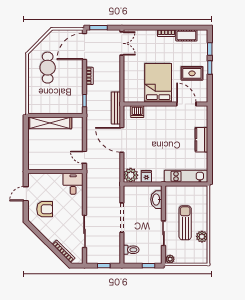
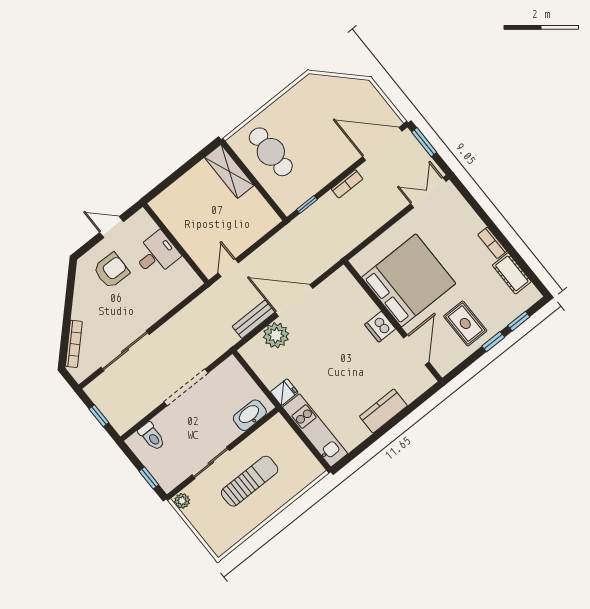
double door: (122, 43) -> (428, 193), swing flipped
cafe table: (48, 68) -> (271, 152), moved, turned 90
bed: (158, 83) -> (409, 280), width x1.36
bench: (116, 108) -> (253, 319), moved, width x0.73
dishwasher: (137, 112) -> (380, 327), moved
shelving: (50, 123) -> (229, 171), width x0.68
door: (122, 140) -> (294, 300), hinge flipped
plant: (131, 175) -> (276, 335), moved
fridge: (146, 176) -> (284, 392), moved
desk: (73, 184) -> (156, 254), moved
armchair: (45, 209) -> (111, 270), turned -89
plant: (202, 237) -> (249, 520), removed

